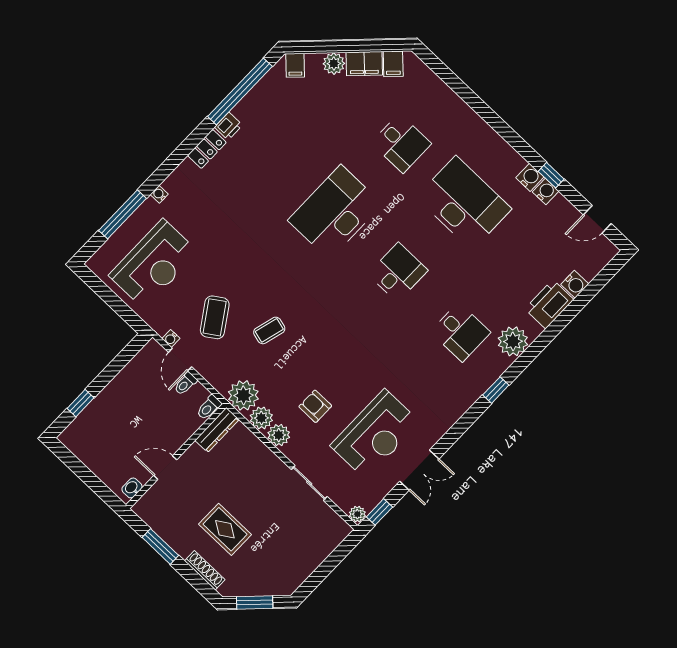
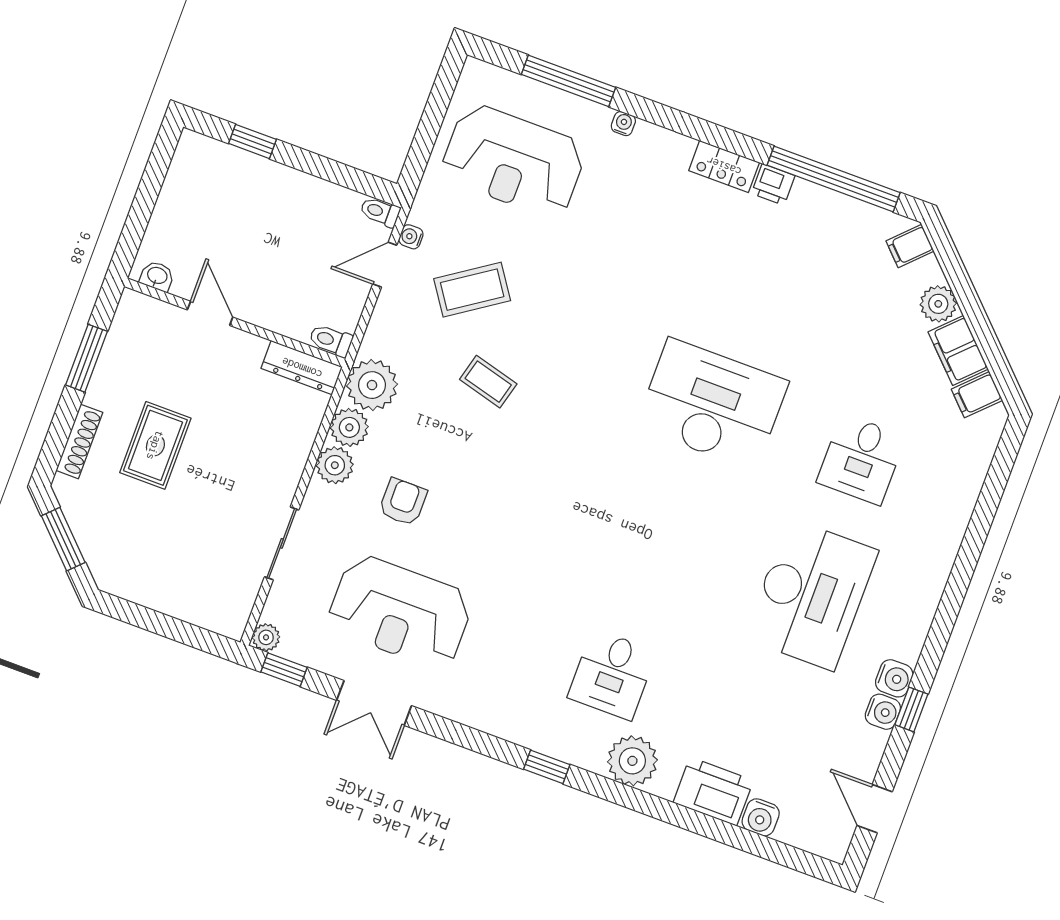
desk: (398, 272) -> (662, 539), removed
toilet: (185, 384) -> (380, 212), moved

